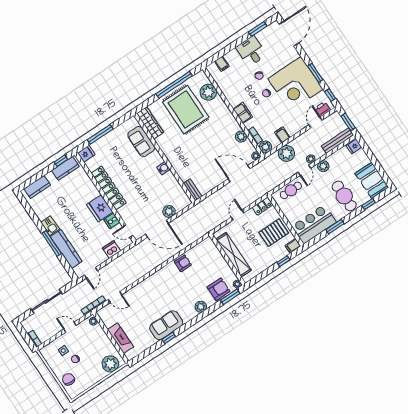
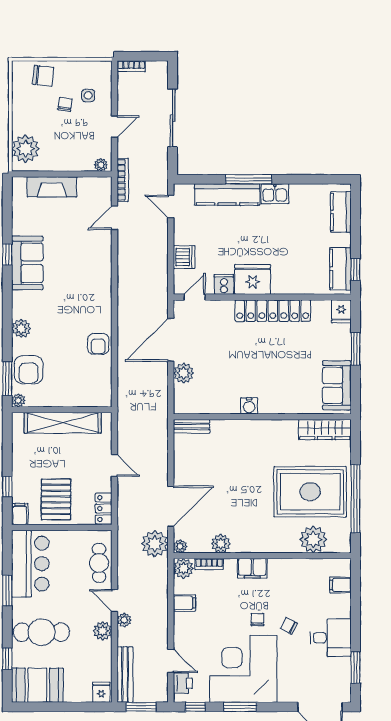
window: (100, 134) -> (355, 349), width x0.69
sofa: (141, 141) -> (337, 385), moved, turned -90
plant: (286, 153) -> (155, 544), moved

